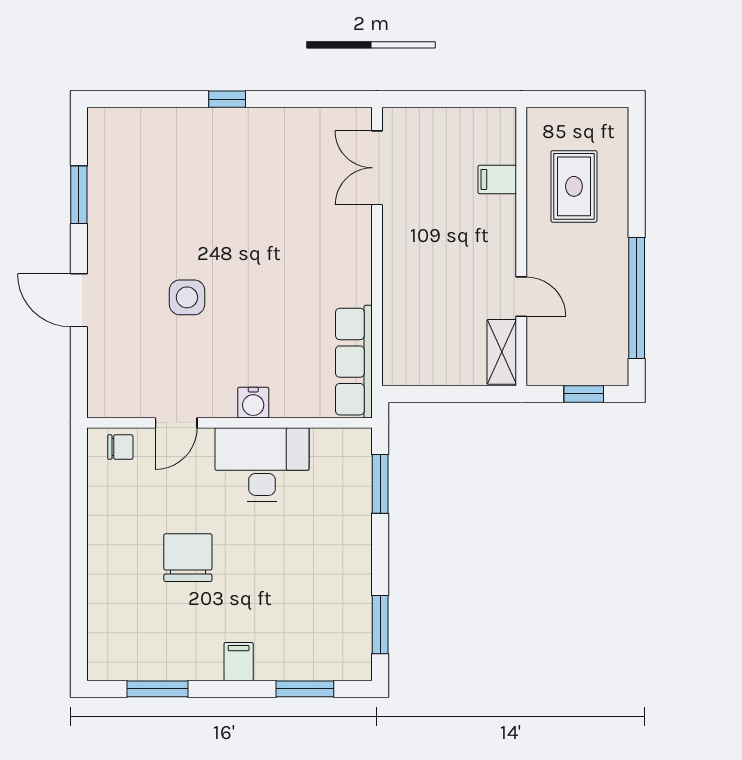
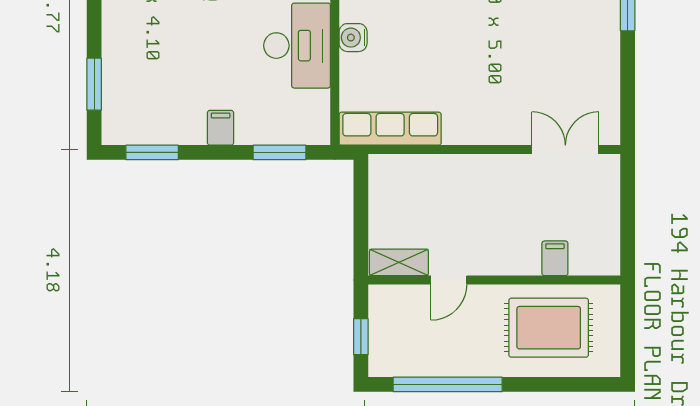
rug: (574, 186) -> (549, 328), width x1.36, depth x1.43
filing cabinet: (239, 662) -> (221, 128), moved, turned -90

